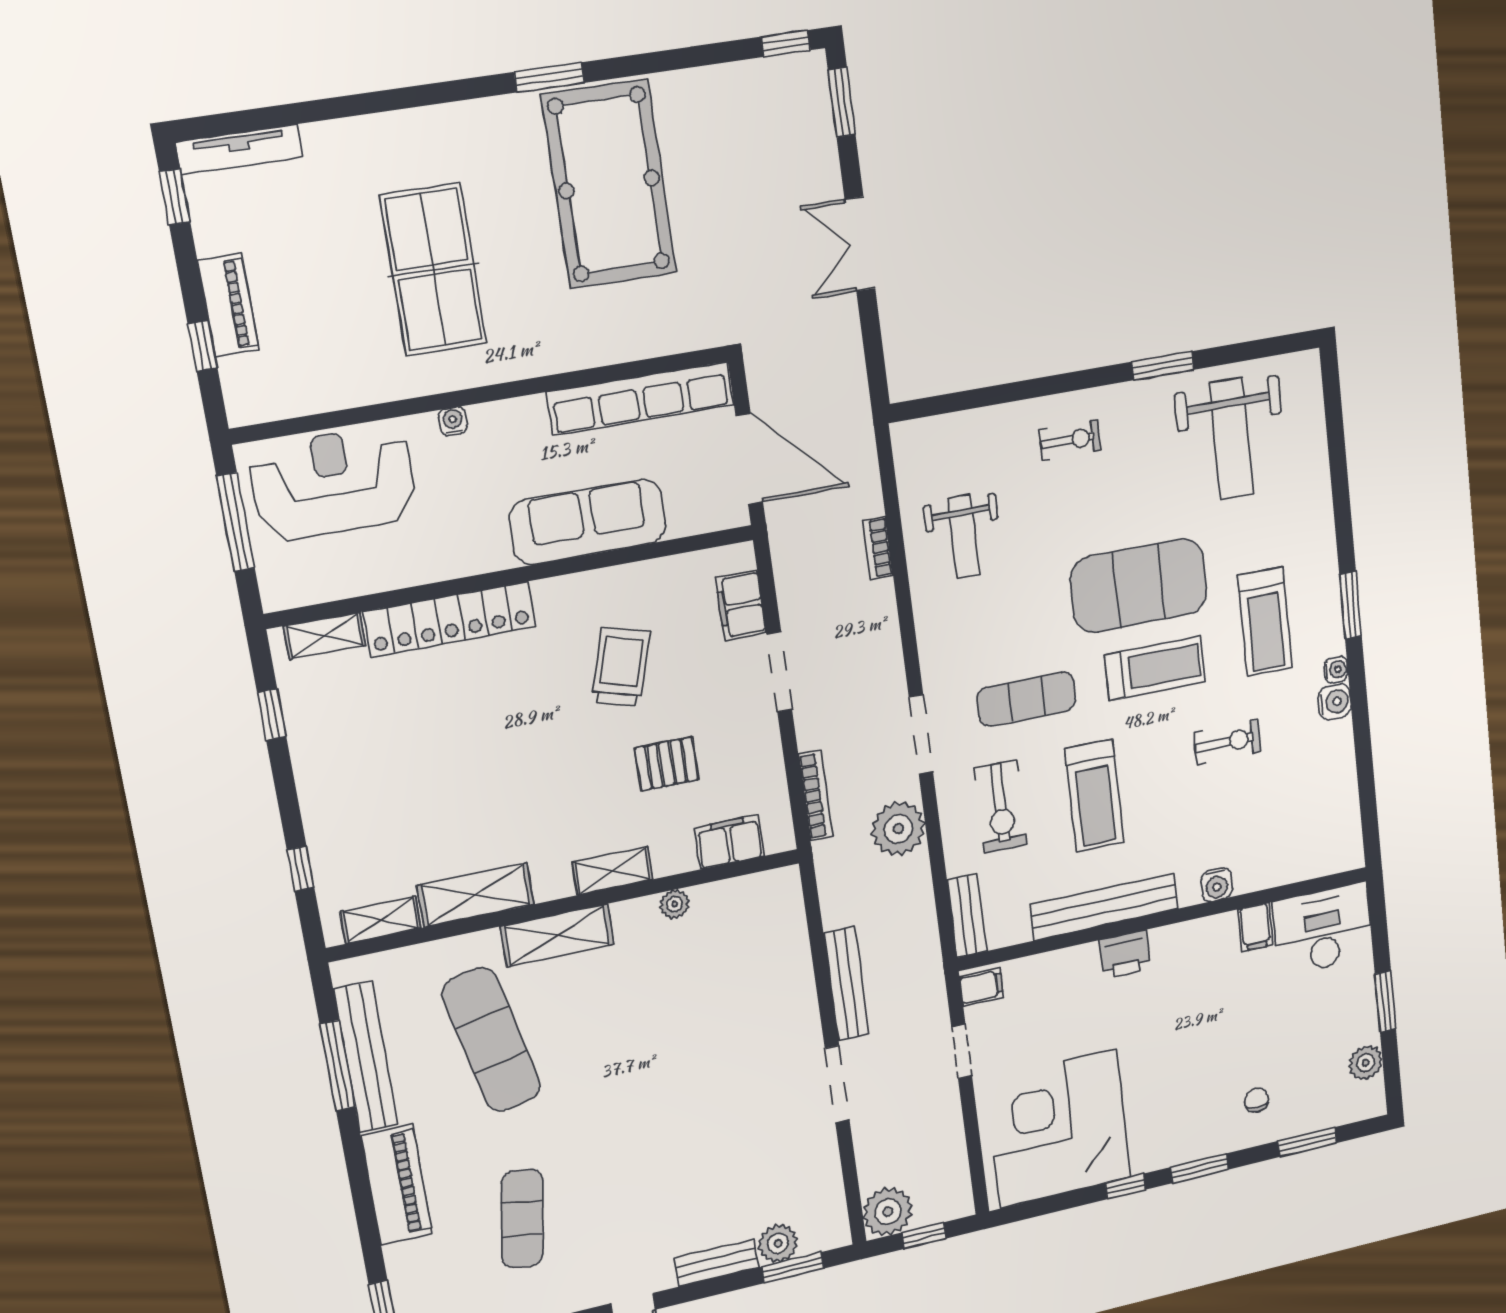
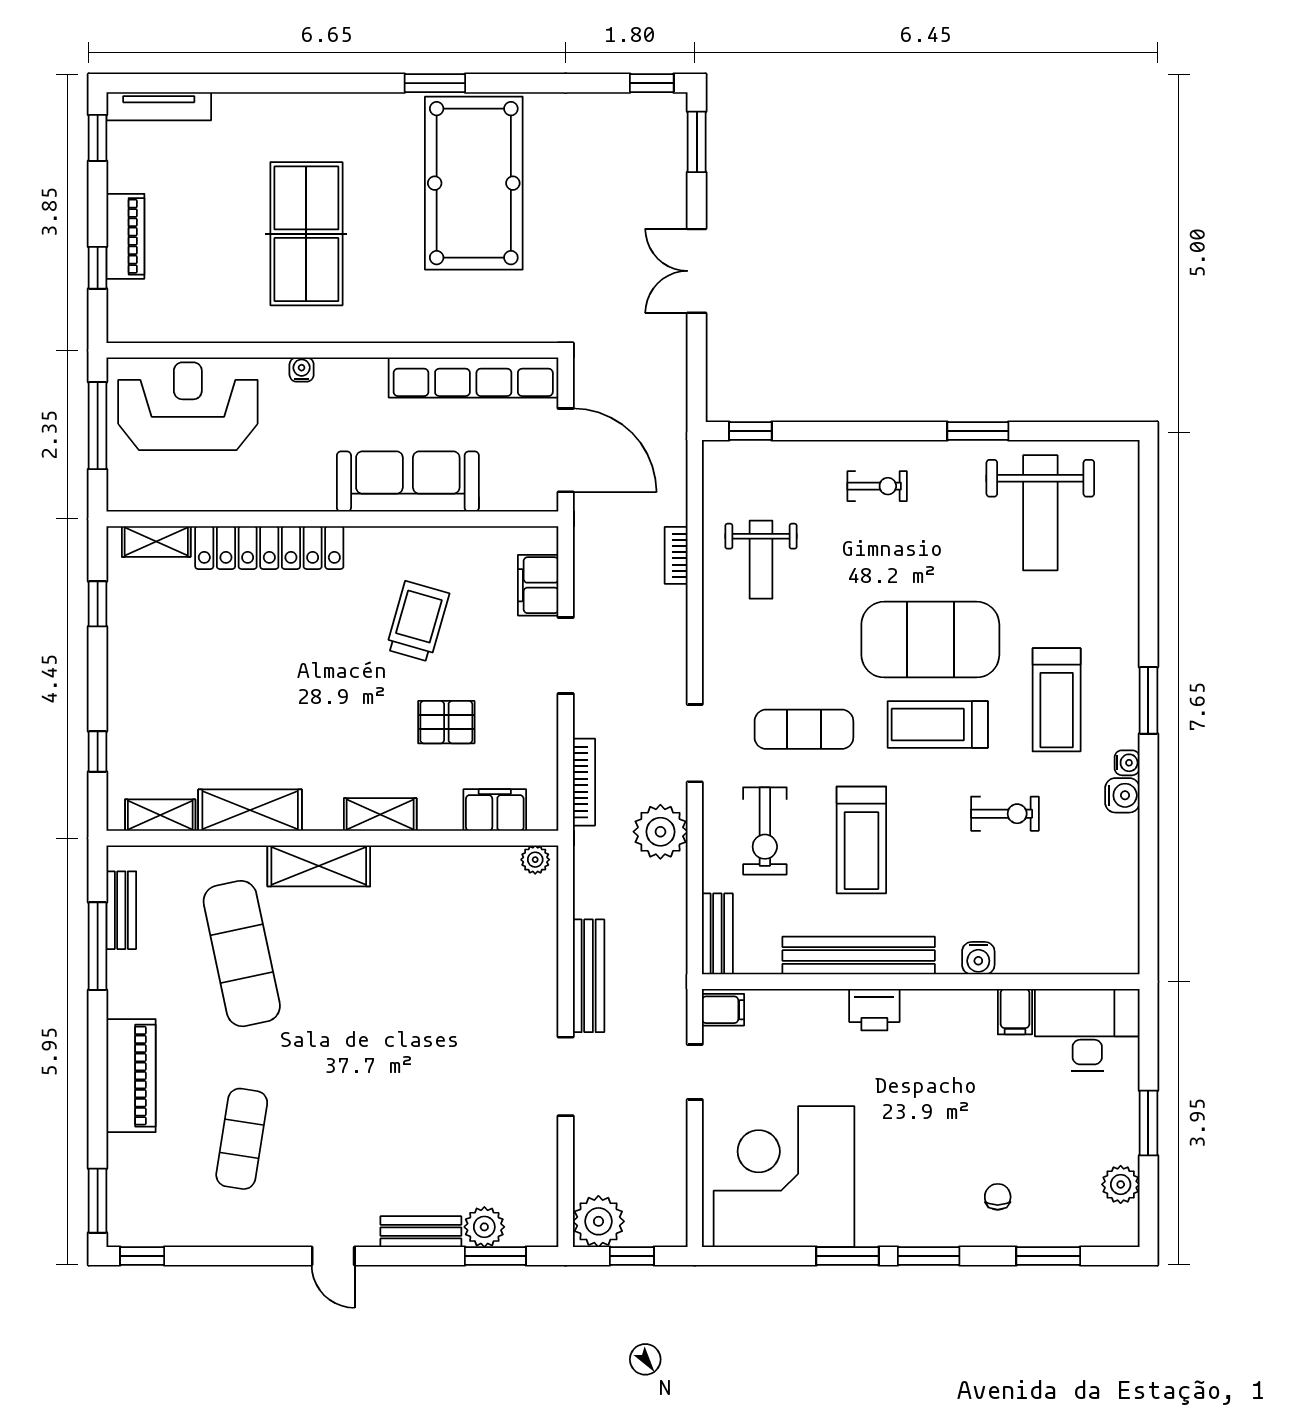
window: (937, 405) -> (750, 431), added
treadmill: (1155, 668) -> (938, 725), turned 180
plant: (675, 904) -> (535, 860), moved
bench: (366, 1057) -> (121, 910), width x0.54, depth x0.82
window: (1126, 1186) -> (847, 1256), width x1.50

